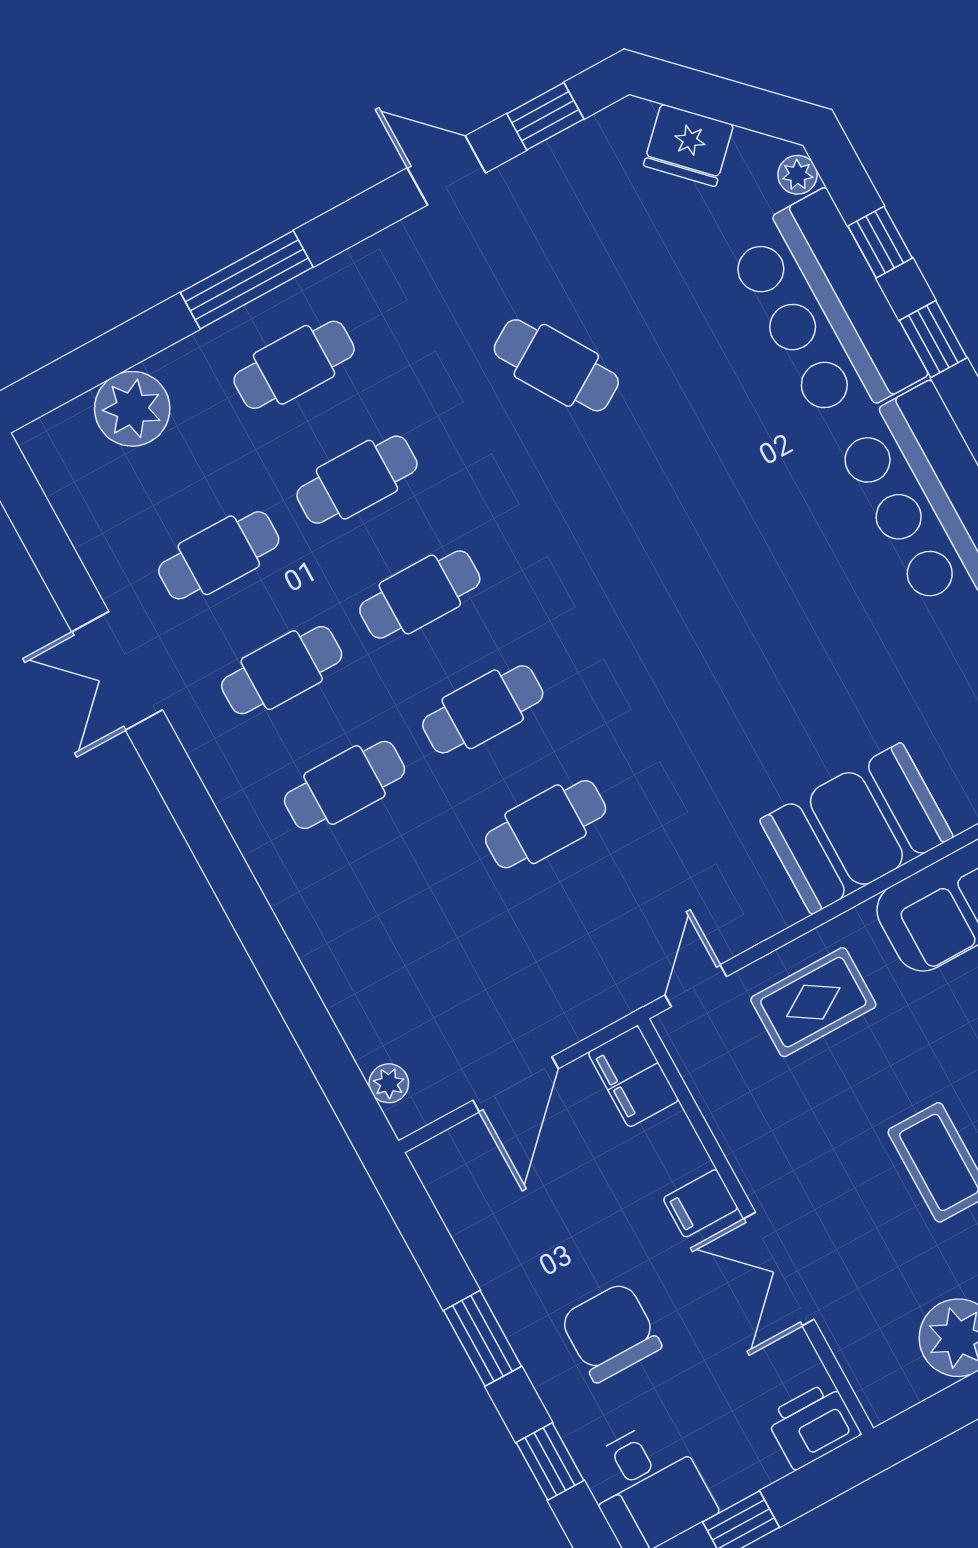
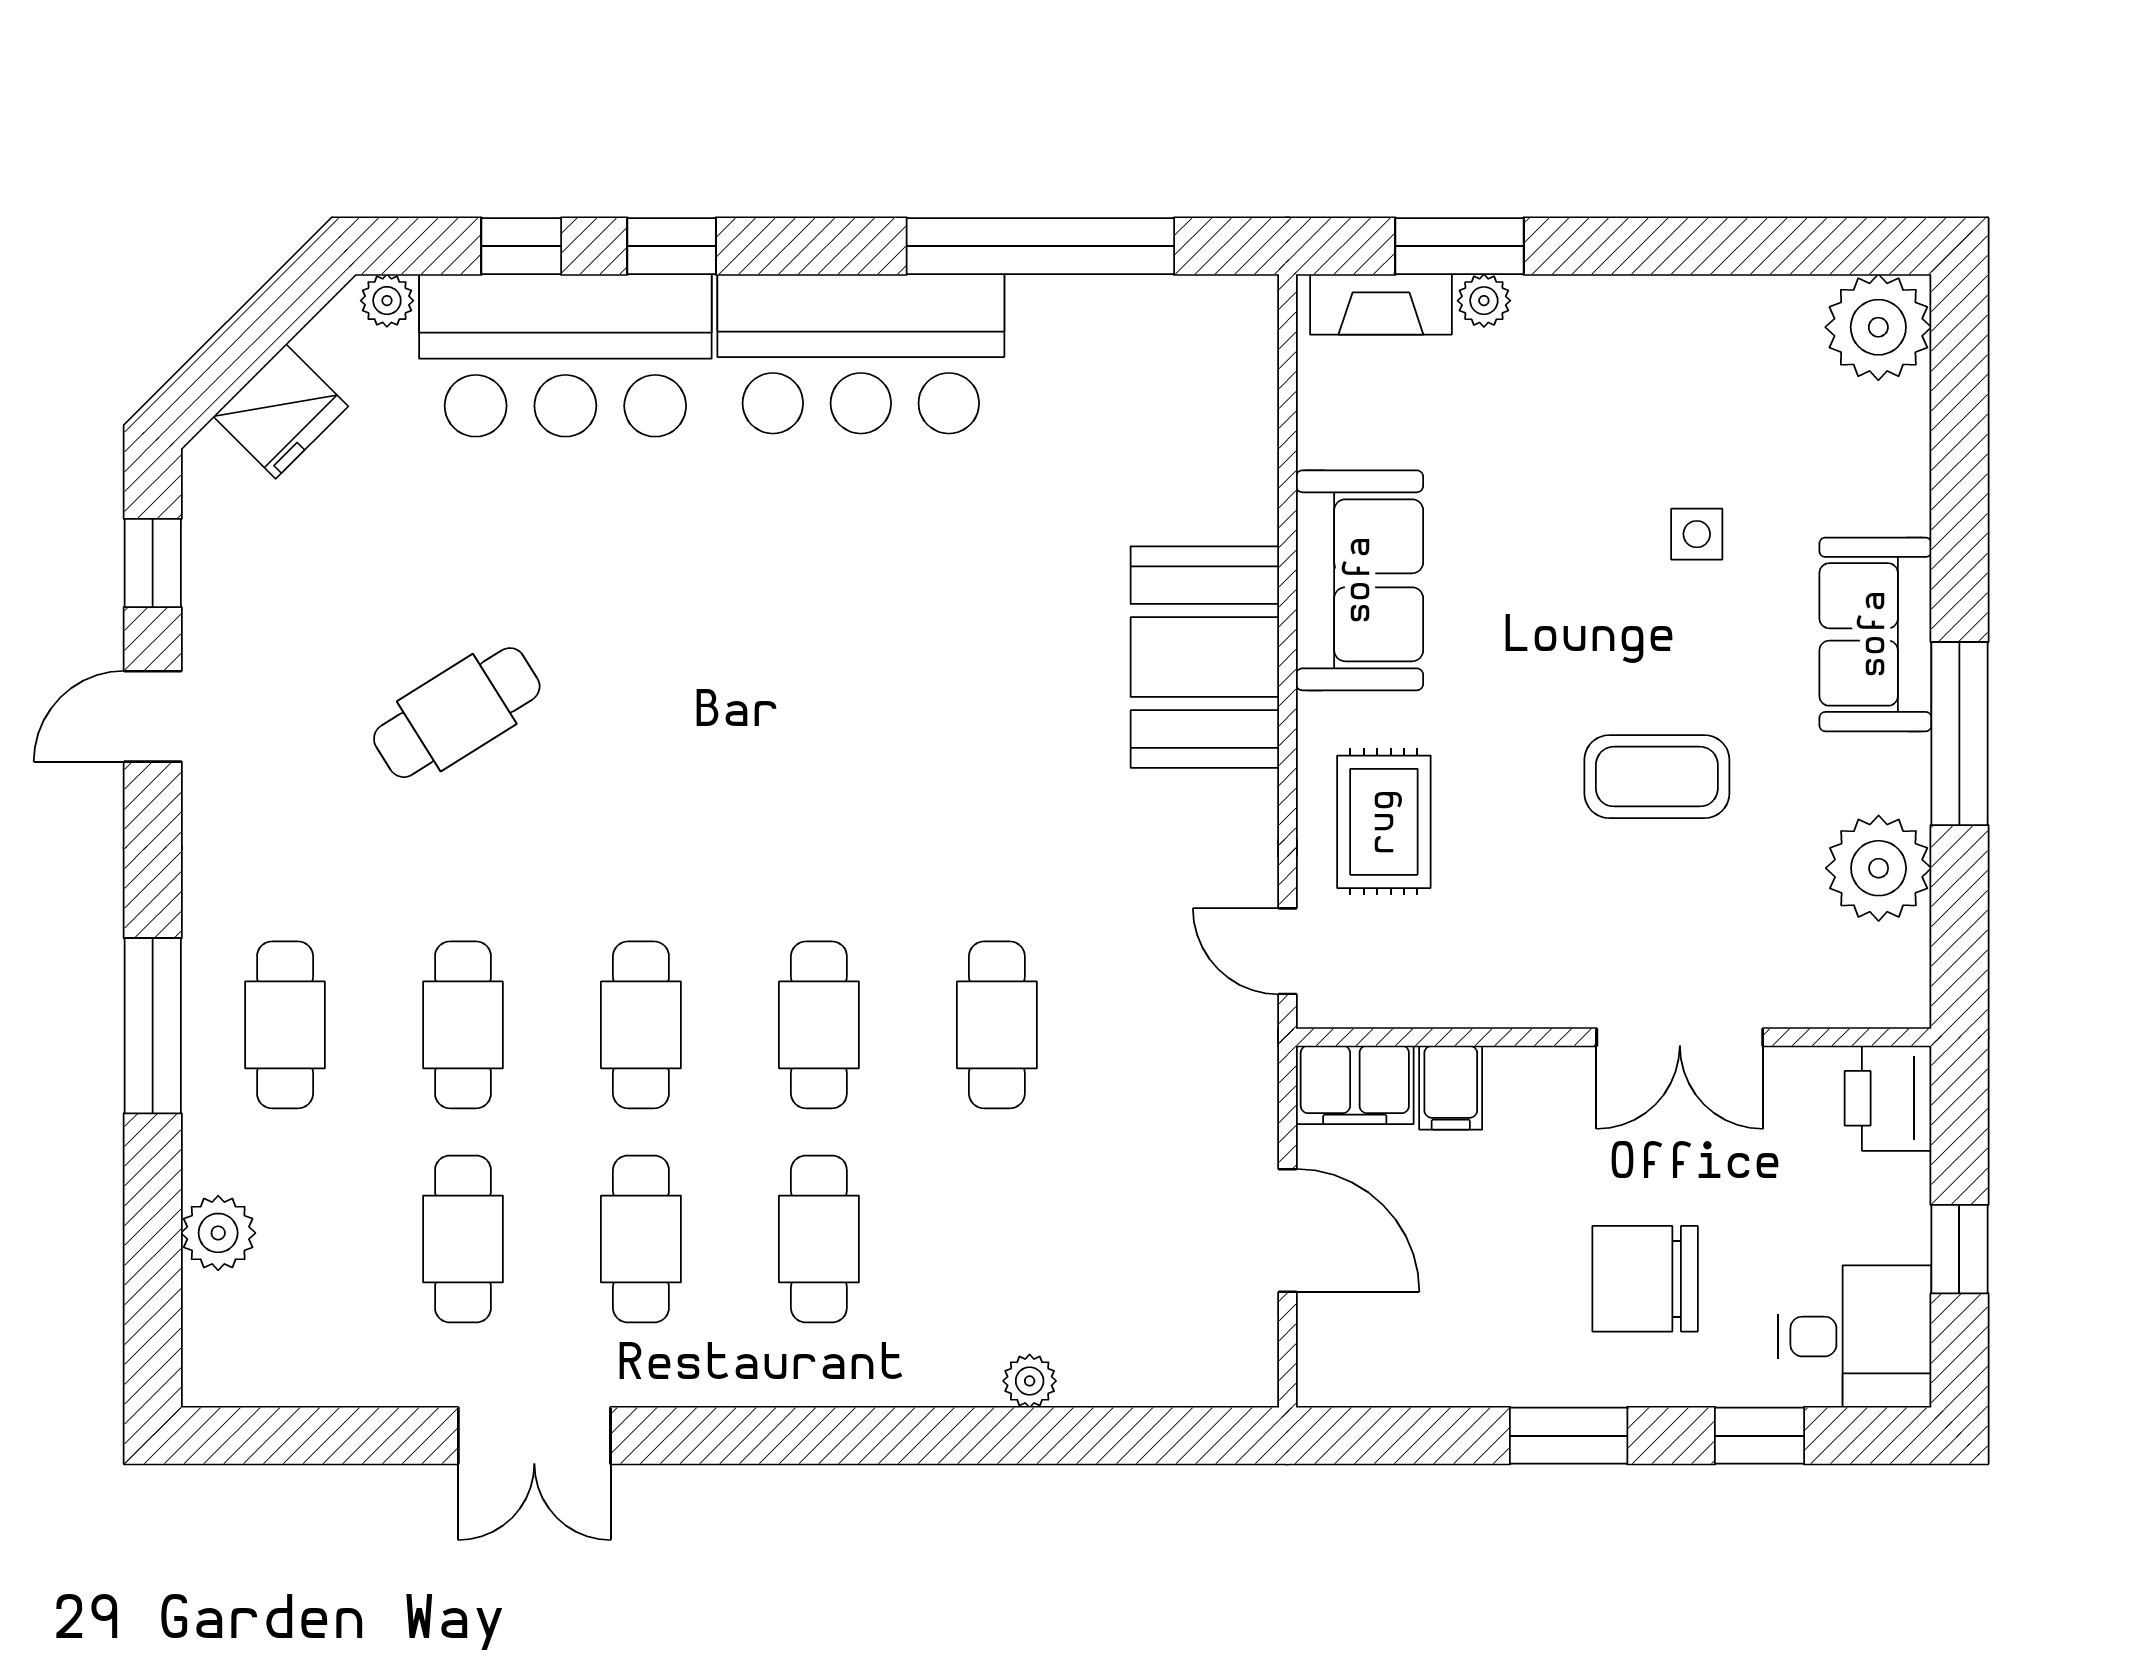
plant: (132, 409) -> (218, 1233), width x0.73, depth x0.73
plant: (389, 1083) -> (1030, 1381), moved
filing cabinet: (701, 1203) -> (1451, 1088), moved

